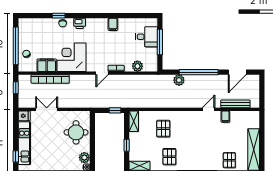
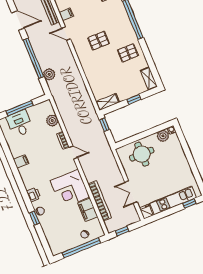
pallet: (163, 129) -> (99, 41), moved

